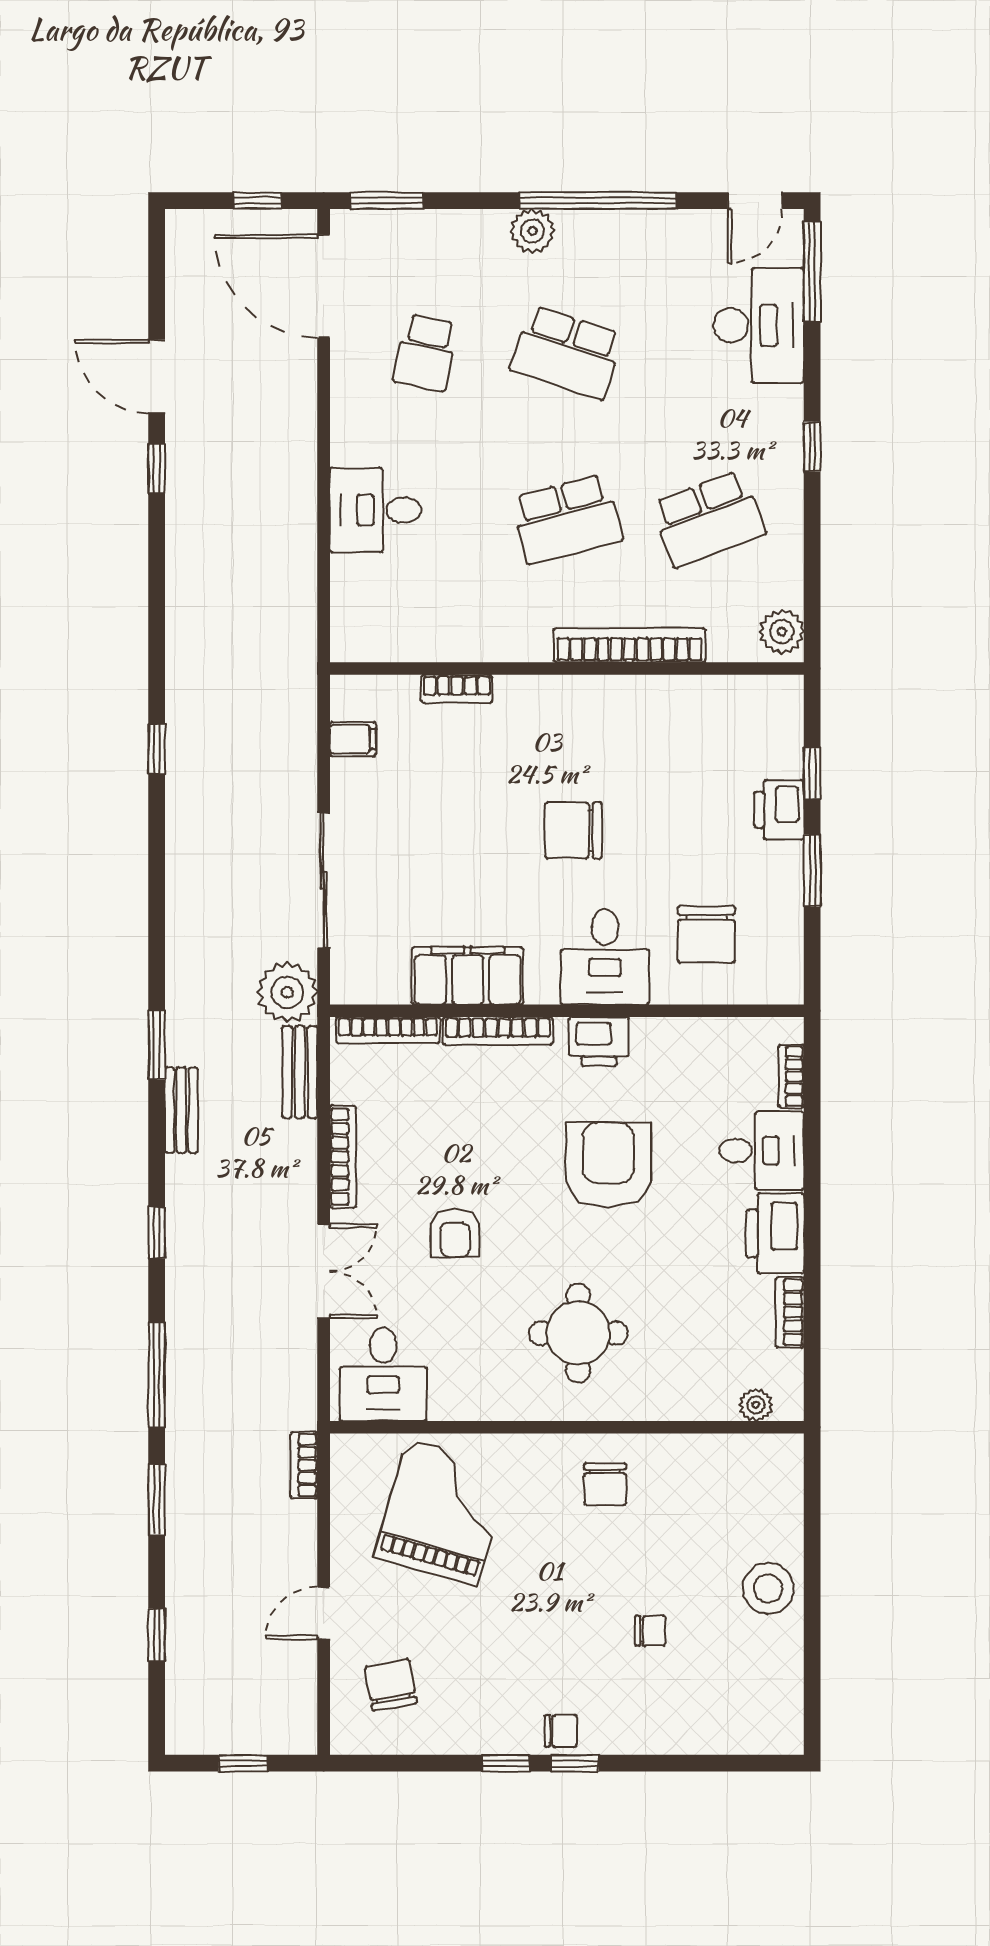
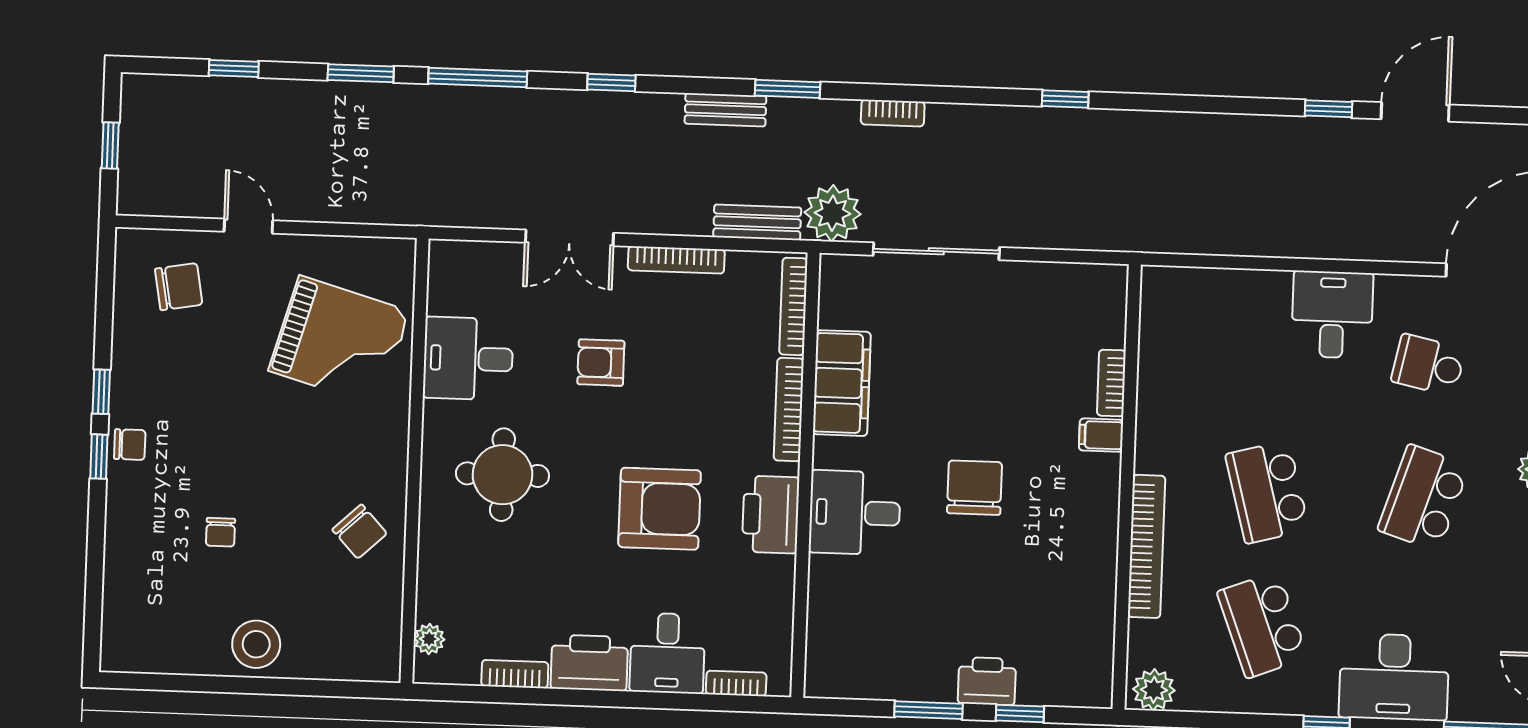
desk: (759, 325) -> (1394, 677), moved
desk: (376, 510) -> (1332, 315), moved
filing cabinet: (353, 739) -> (1101, 435), moved, turned 90
chair: (706, 934) -> (872, 609), removed
printer: (599, 1041) -> (771, 514), width x1.37, depth x1.19
desk: (383, 1374) -> (468, 359), moved
bookcase: (304, 1465) -> (893, 113), moved, turned 180
chair: (605, 1484) -> (360, 532), moved, turned -133
chair: (561, 1731) -> (130, 445), turned -90

